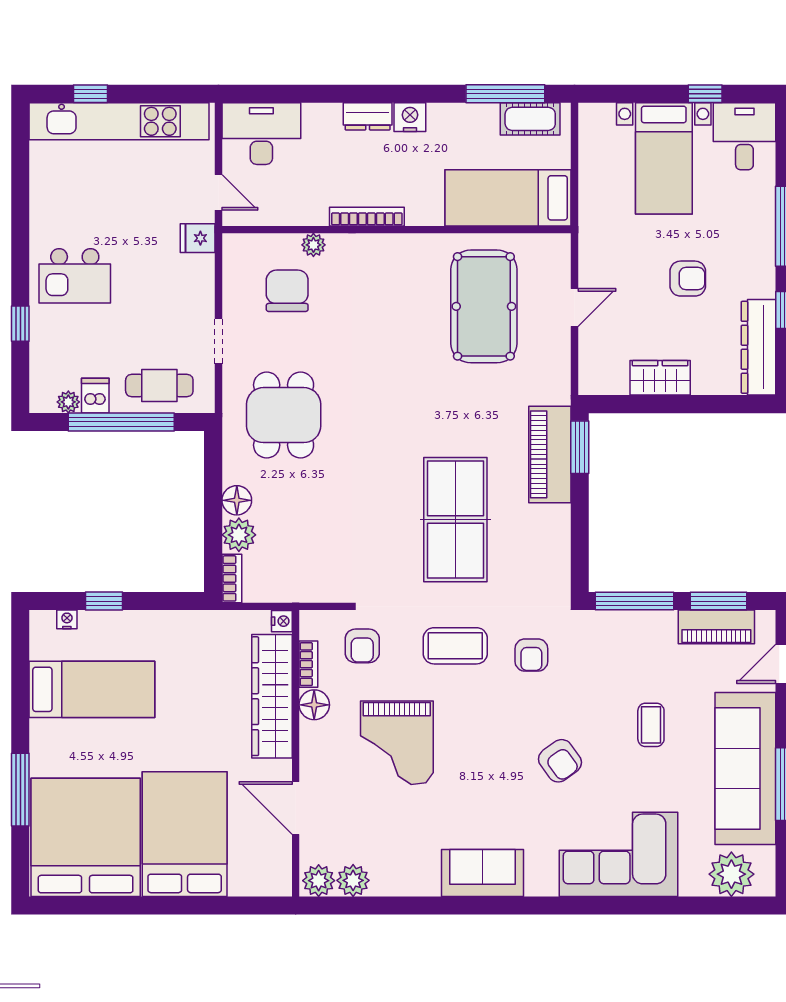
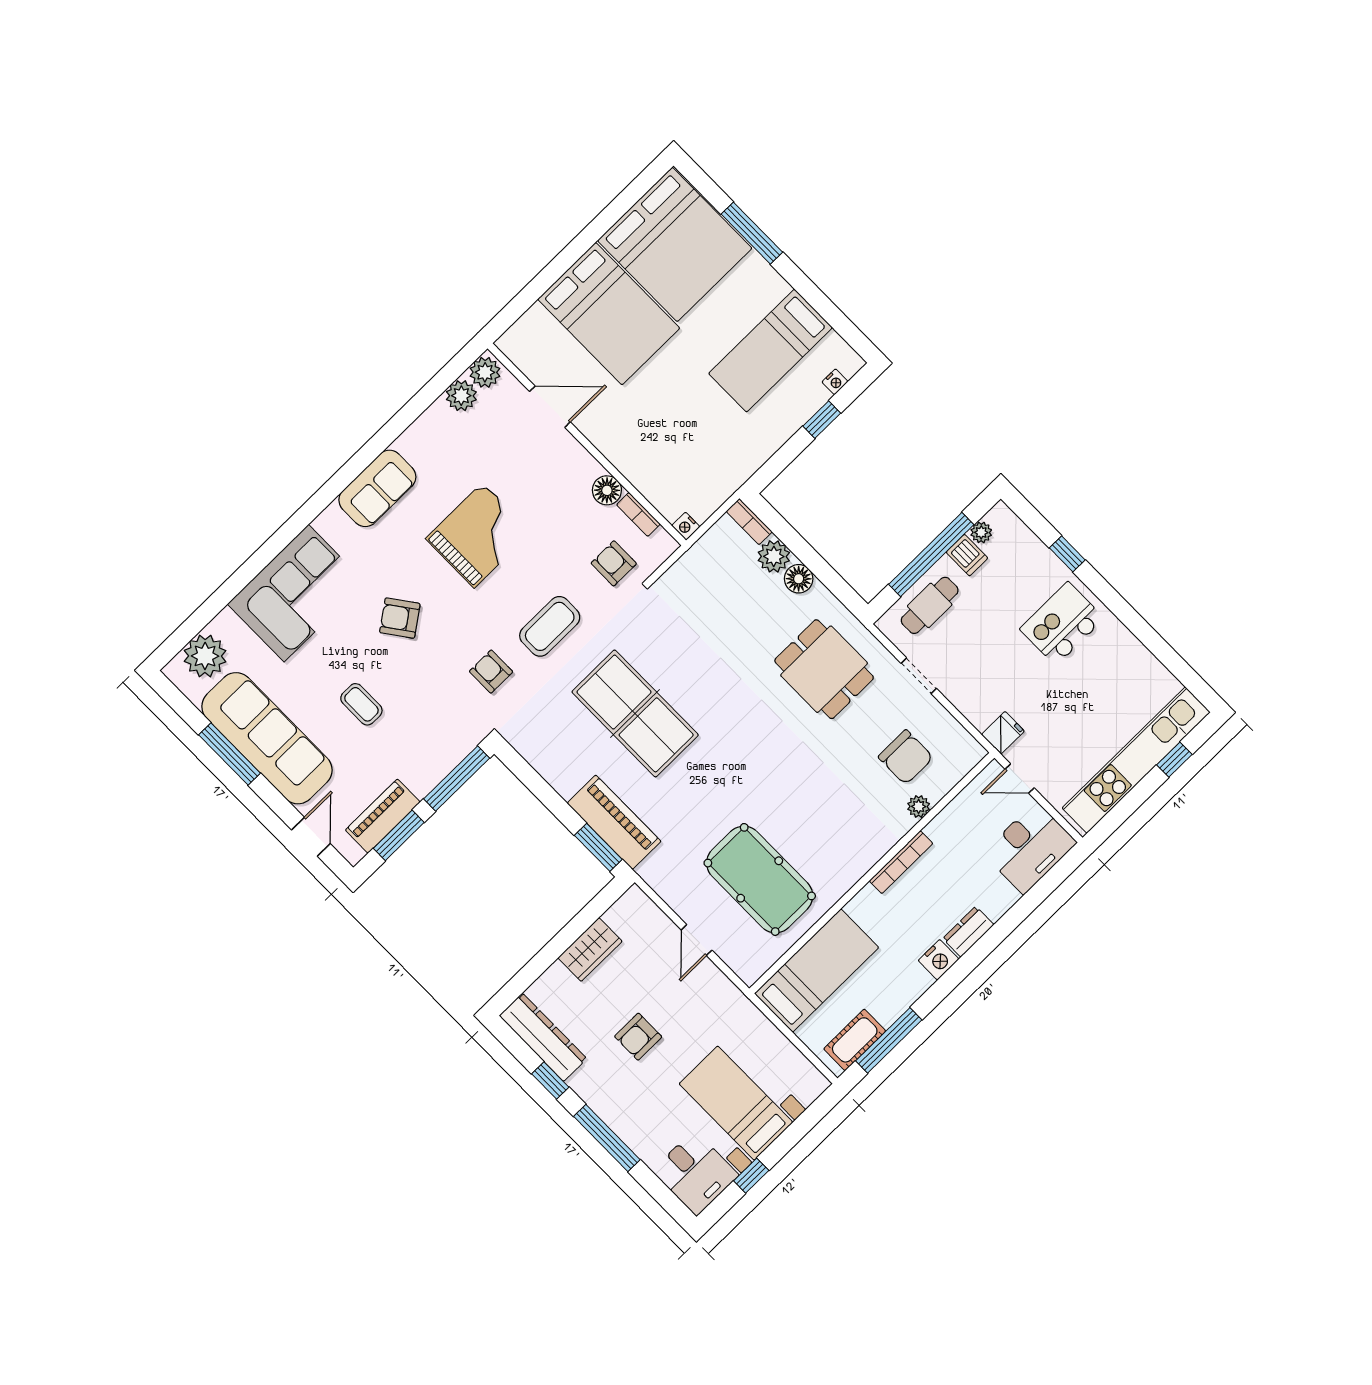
wardrobe: (272, 696) -> (642, 468), removed
grand piano: (397, 743) -> (478, 535), moved, turned 90

